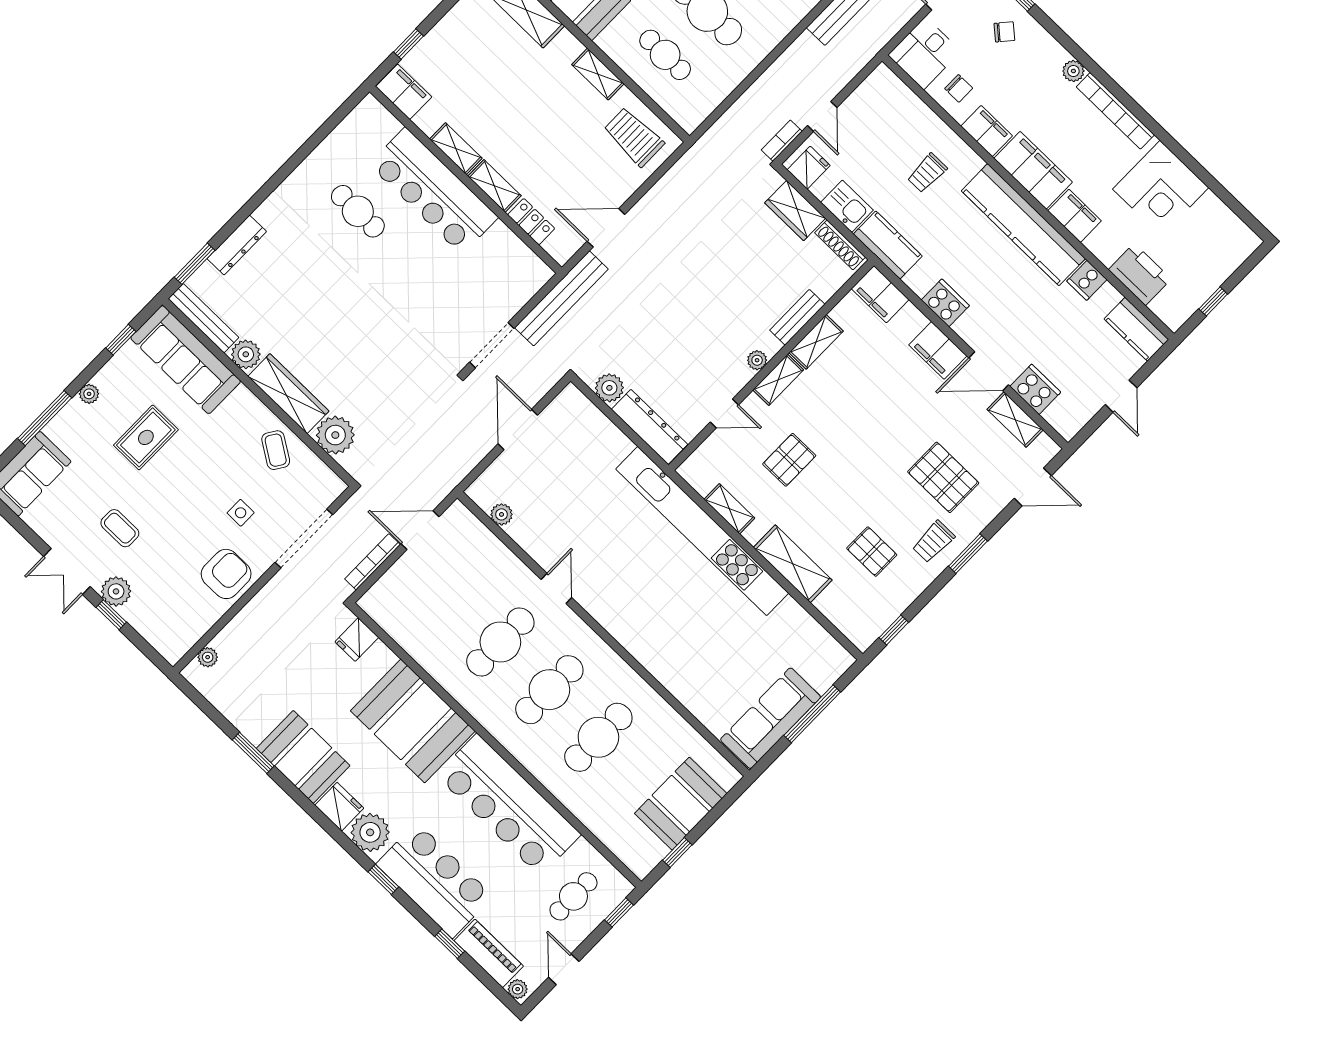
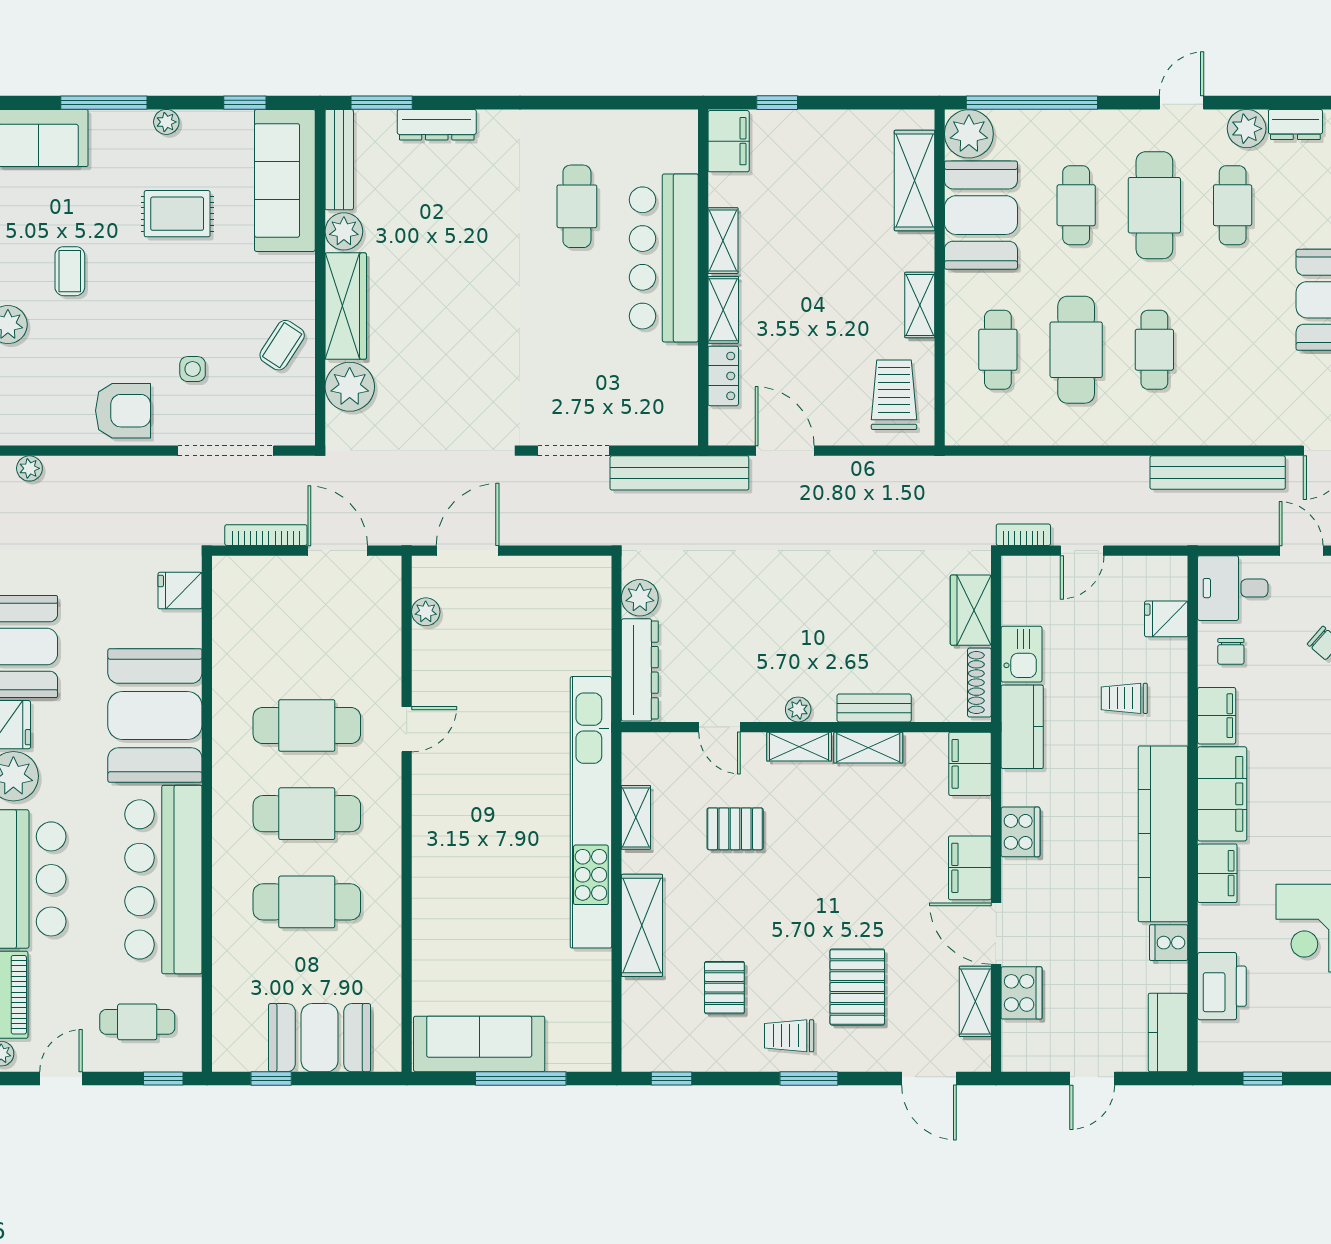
fridge: (809, 168) -> (1166, 619), moved, turned 180
door: (518, 430) -> (468, 551), moved

